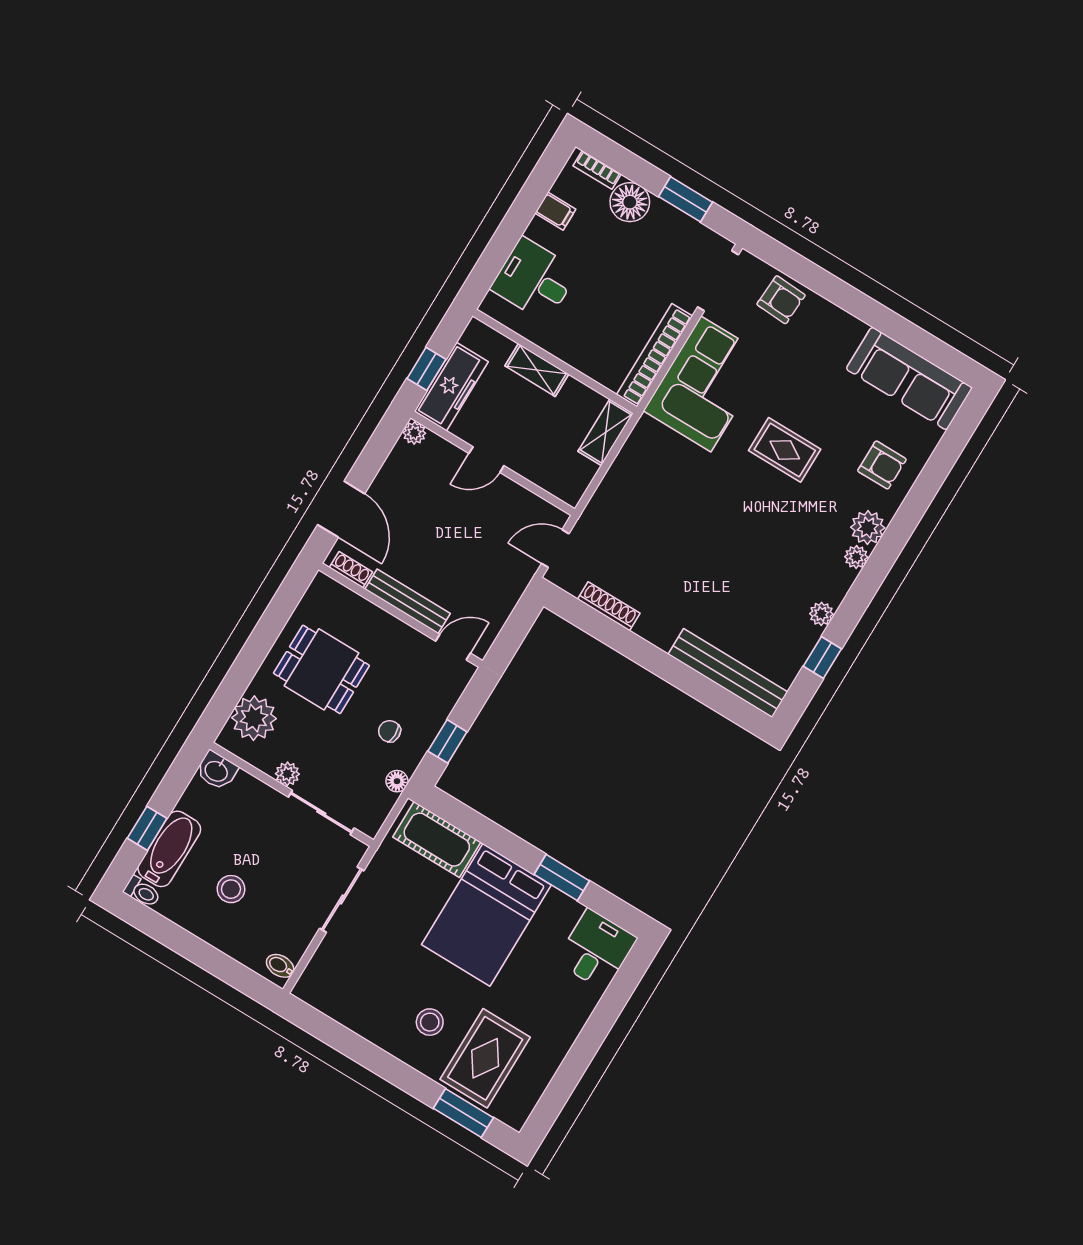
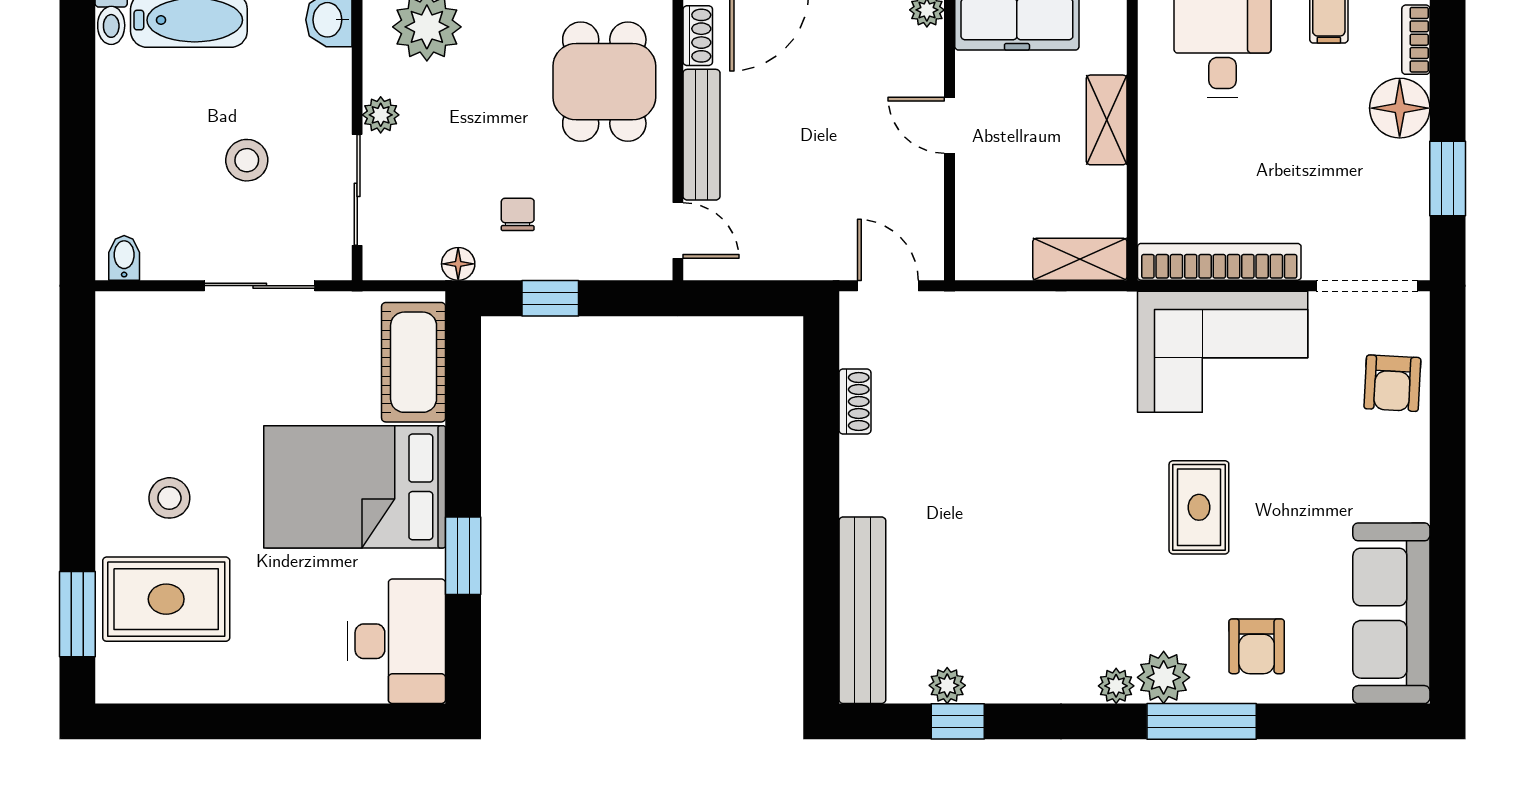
window: (905, 521) -> (1202, 721), added
shoe rack: (609, 606) -> (855, 402), width x0.70
plant: (821, 614) -> (947, 685), moved
dining table: (321, 669) -> (604, 82), moved
stool: (231, 889) -> (247, 160), moved
desk: (596, 950) -> (396, 641), width x1.37

